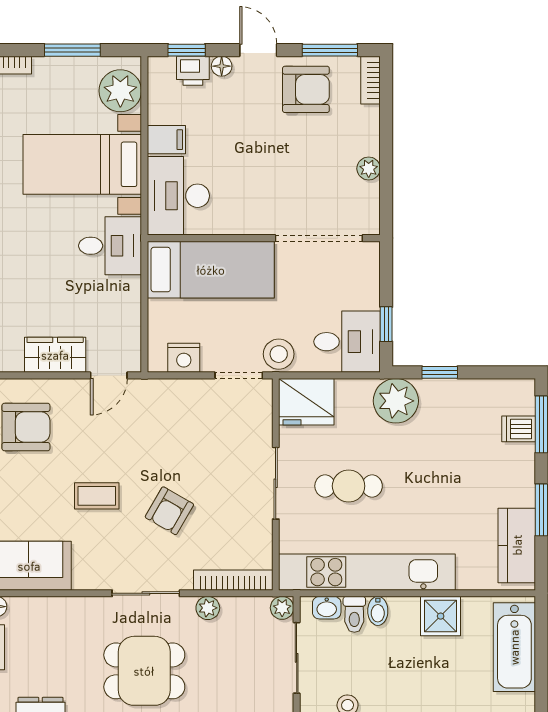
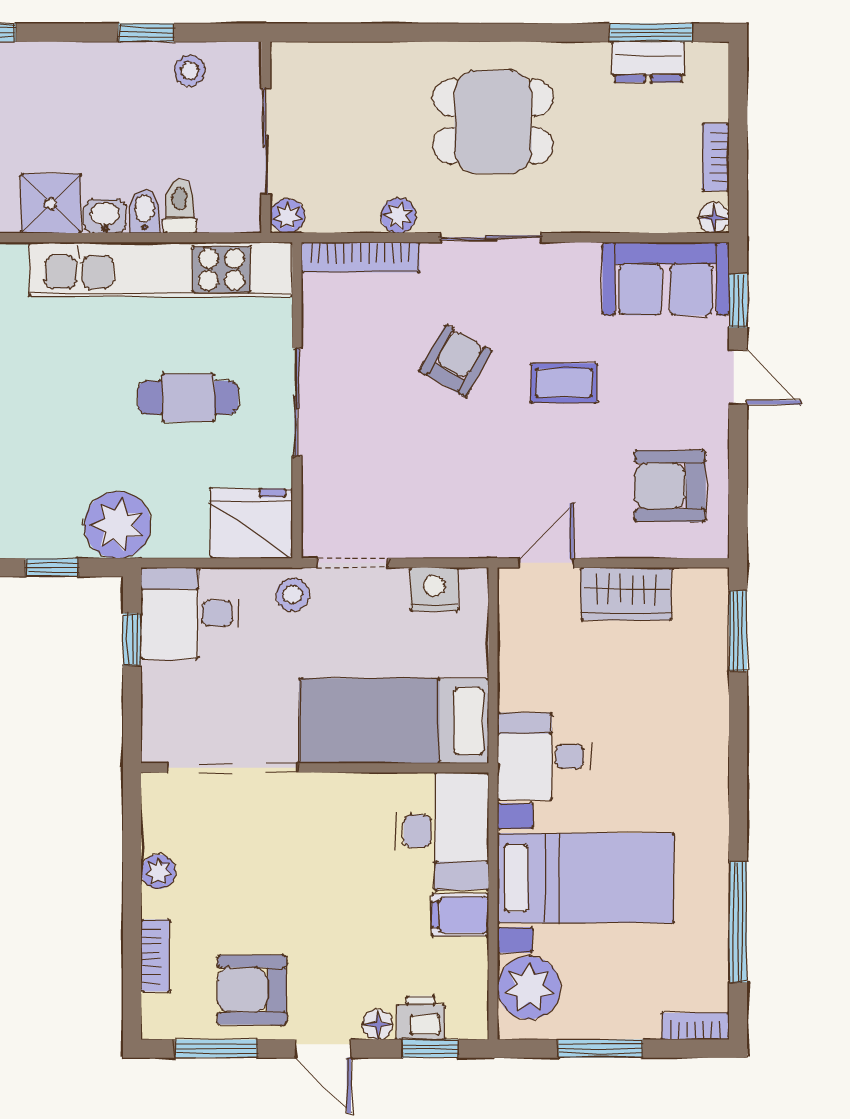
bookcase: (371, 80) -> (155, 956), moved
stool: (279, 354) -> (293, 595), width x0.73, depth x0.73
washbasin: (327, 608) -> (105, 216), moved

